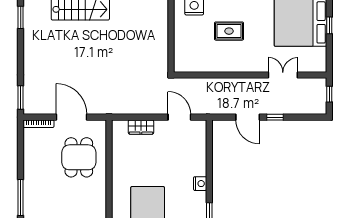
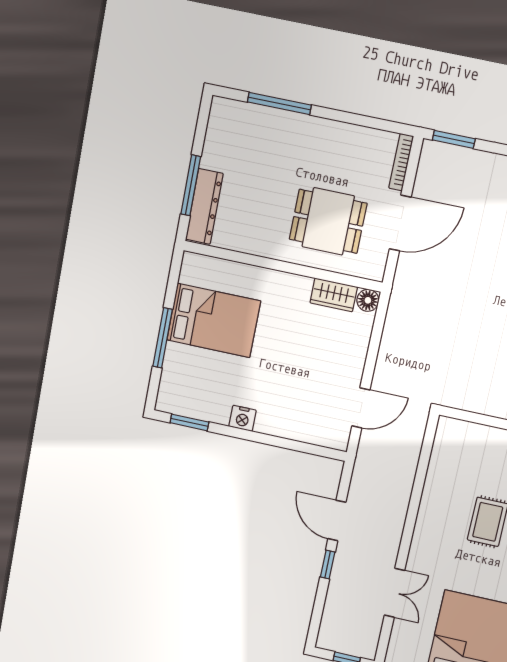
door: (248, 117) -> (337, 520), hinge flipped
floor lamp: (118, 126) -> (368, 300), added
wardrobe: (141, 127) -> (334, 295), moved, turned -90

